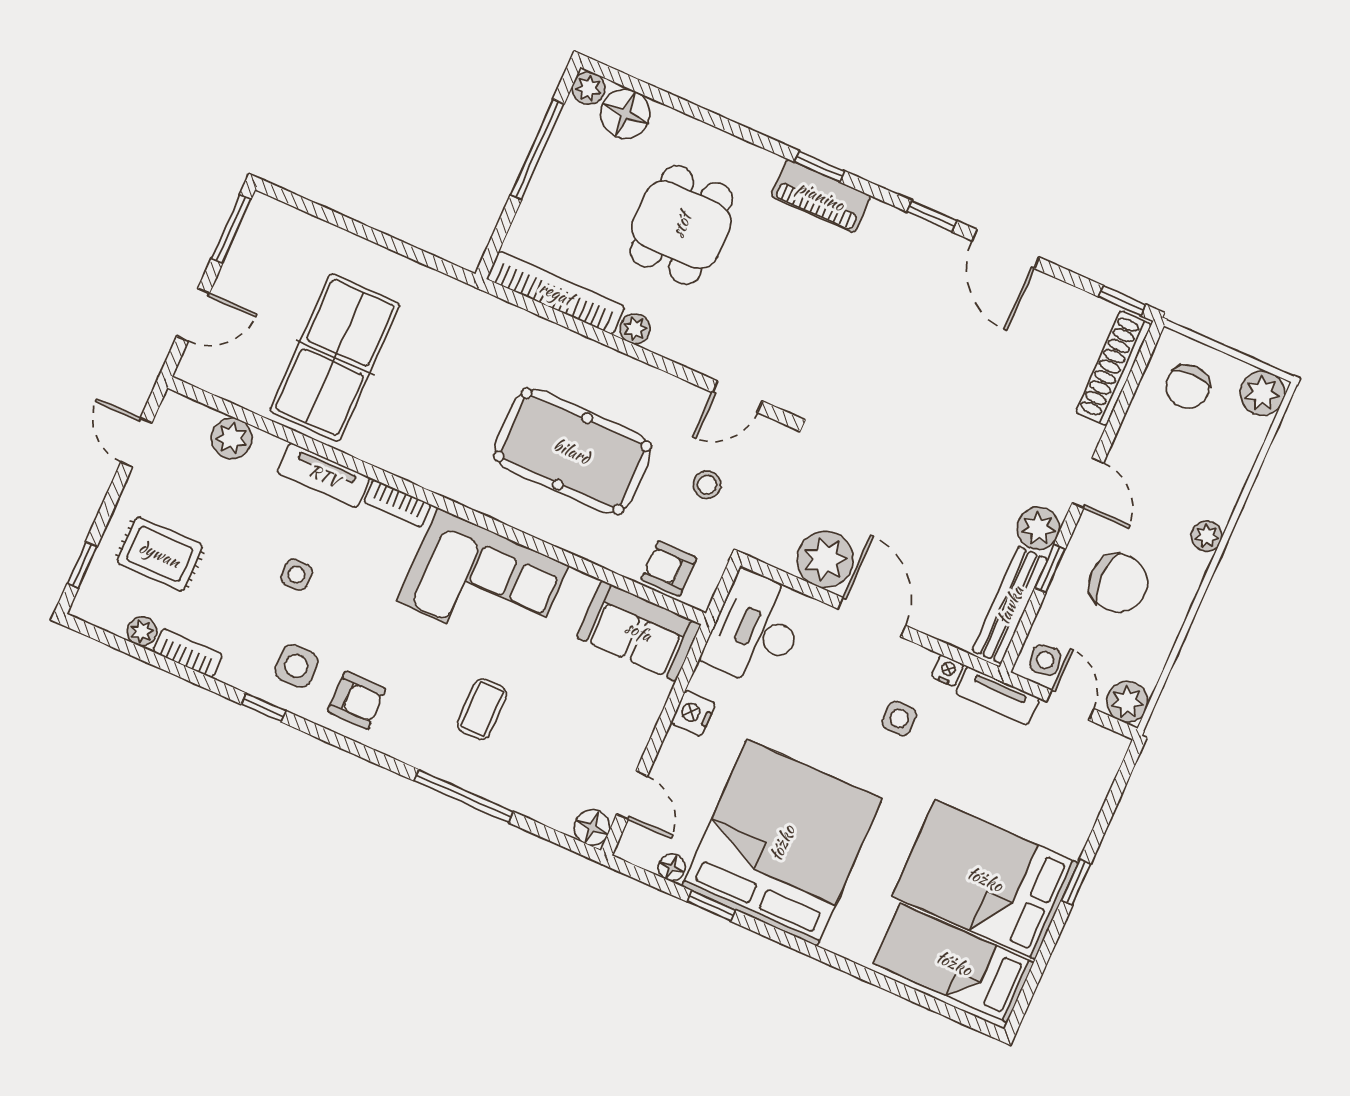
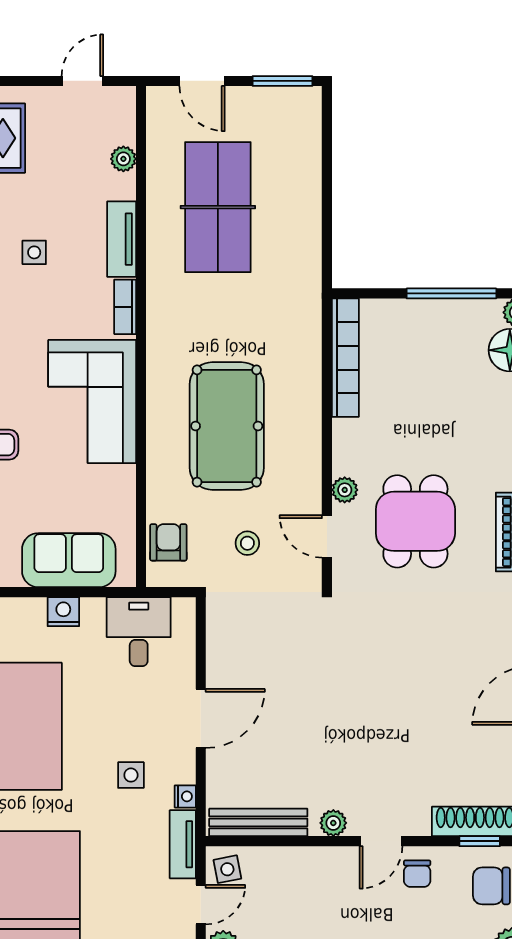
dining table: (681, 225) -> (415, 521), moved, turned 90
plant: (635, 329) -> (345, 490), moved
table tennis table: (335, 357) -> (218, 207), turned 90
plant: (232, 438) -> (123, 159), width x0.73, depth x0.73
plant: (1038, 528) -> (333, 823), width x0.73, depth x0.73
plant: (825, 559) -> (230, 662), removed
window: (1050, 569) -> (480, 841), moved
chair: (1118, 583) -> (417, 874), moved, width x0.54, depth x0.54
desk: (756, 630) -> (139, 632), width x0.73
sofa: (639, 631) -> (69, 560), moved, turned 90

